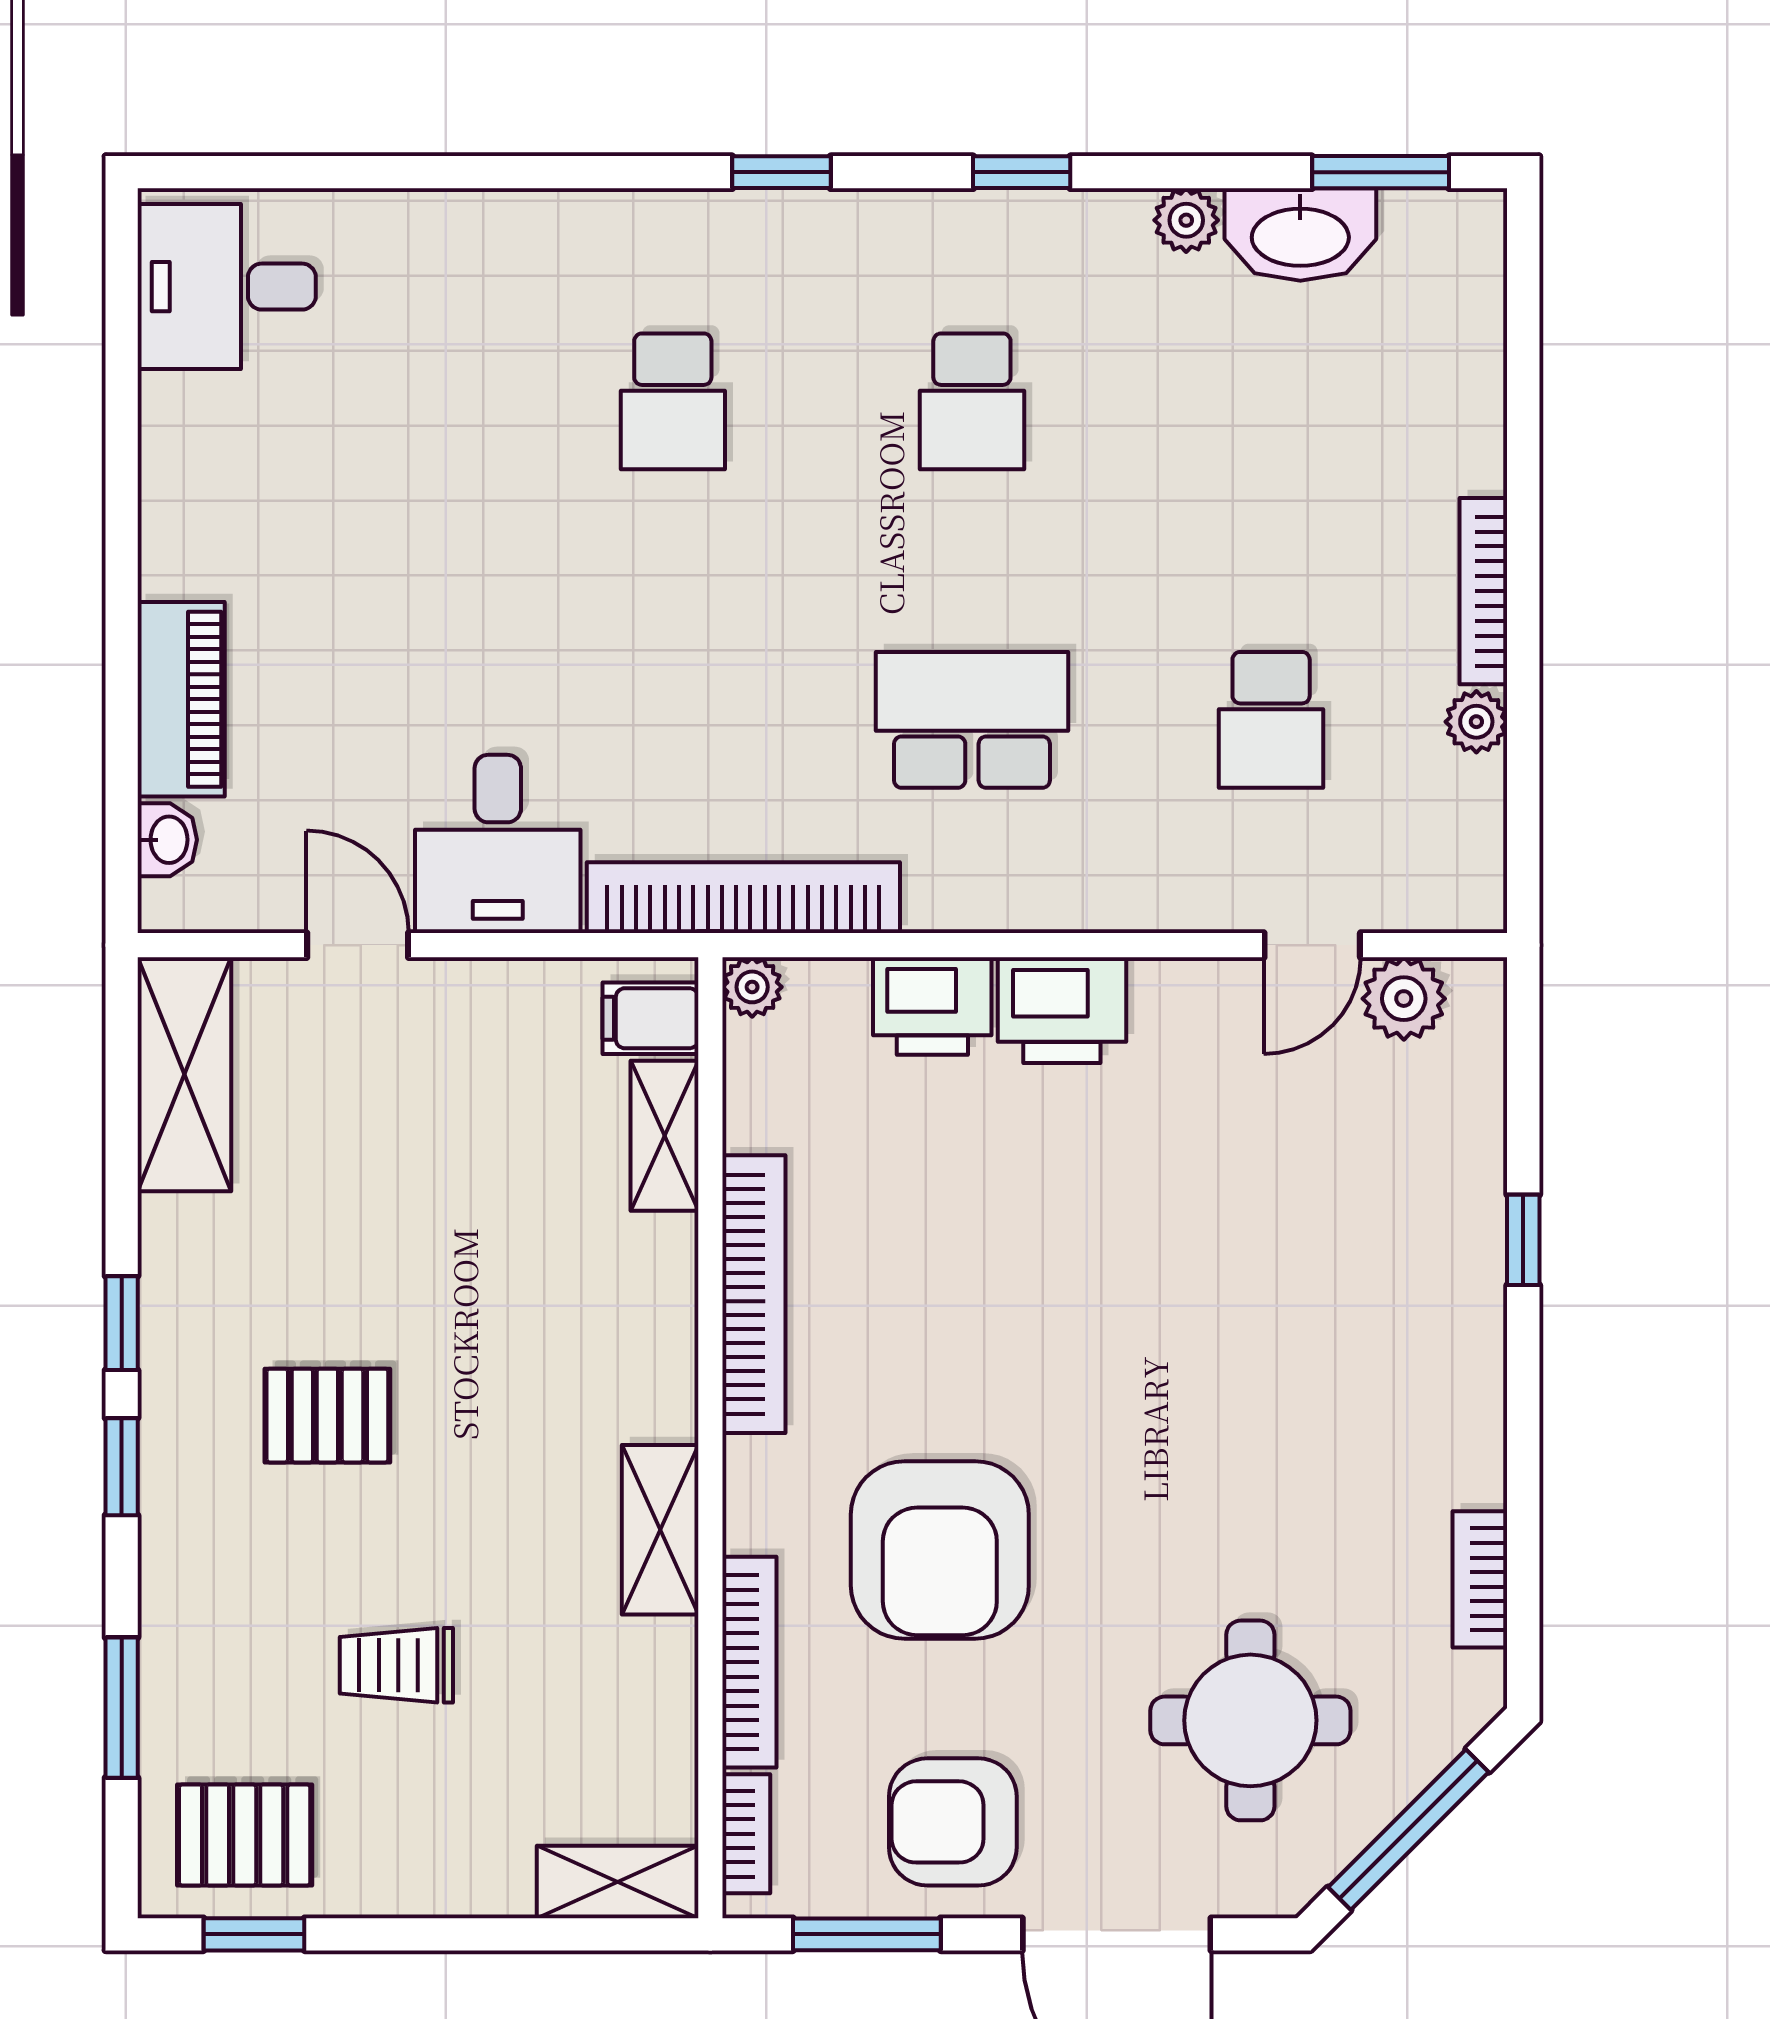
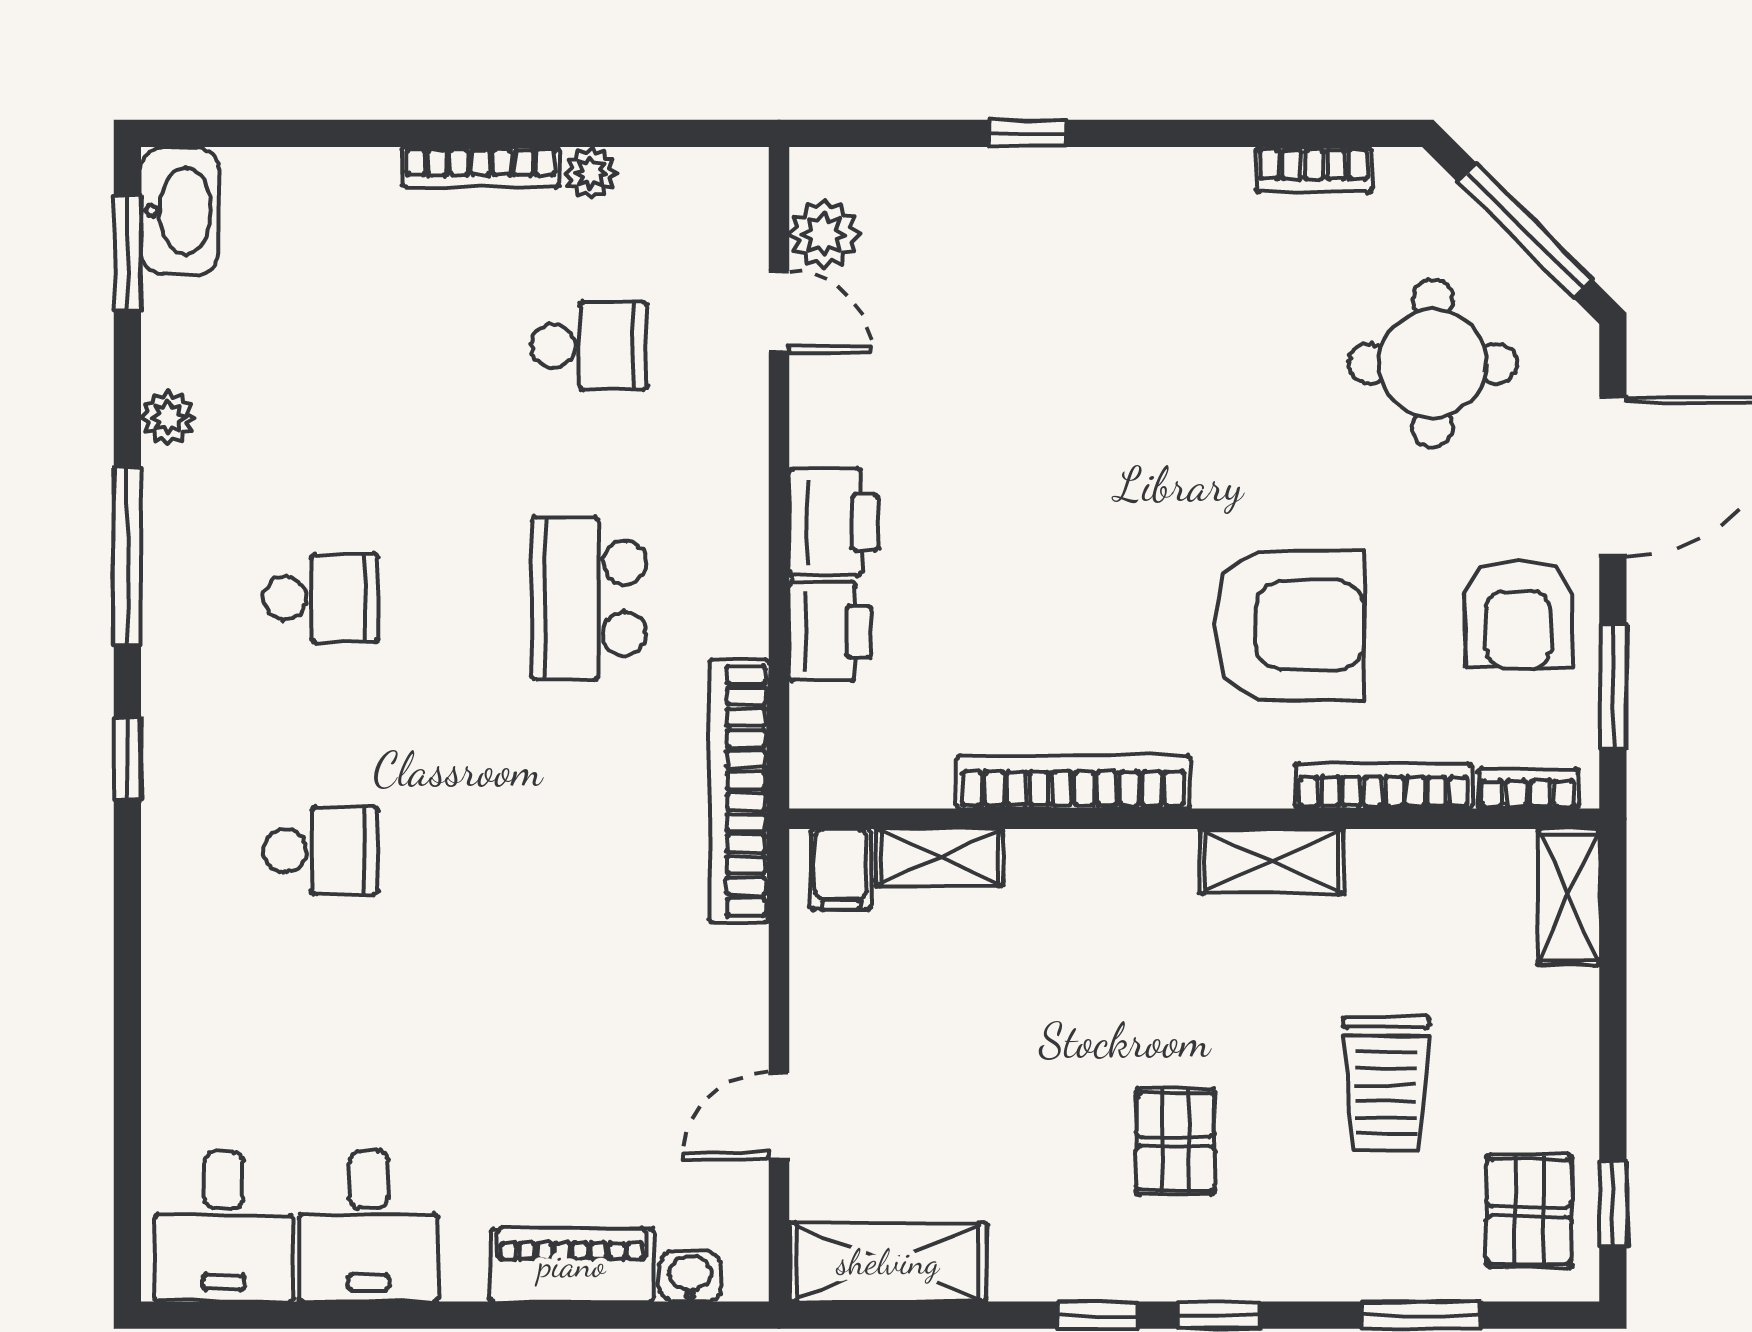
window: (1022, 172) -> (127, 556), width x2.17
washbasin: (1300, 235) -> (180, 211), moved
desk: (498, 844) -> (369, 1226), moved, turned 90
plant: (752, 987) -> (814, 784), removed
trolley: (396, 1665) -> (1386, 1083), width x1.36, depth x1.39

